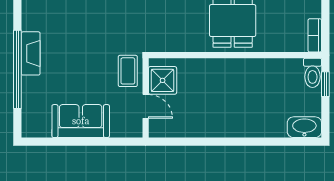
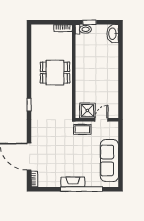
sofa: (81, 121) -> (109, 160), width x1.36

